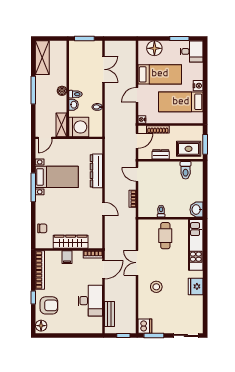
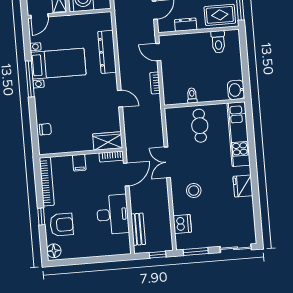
wardrobe: (71, 242) -> (108, 141), moved, width x0.67
dishwasher: (145, 326) -> (182, 224), moved

